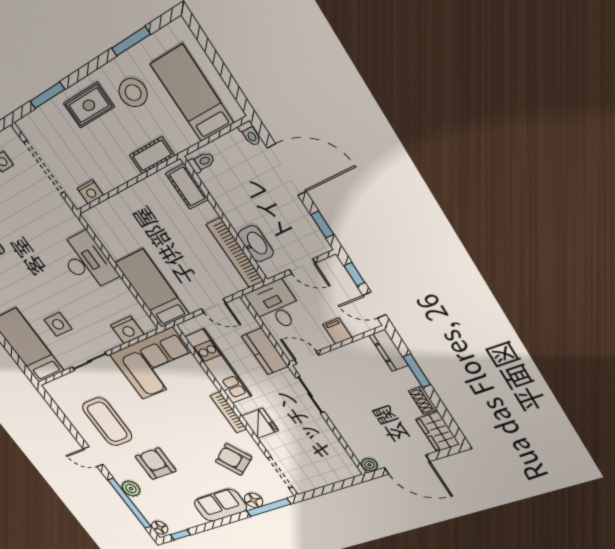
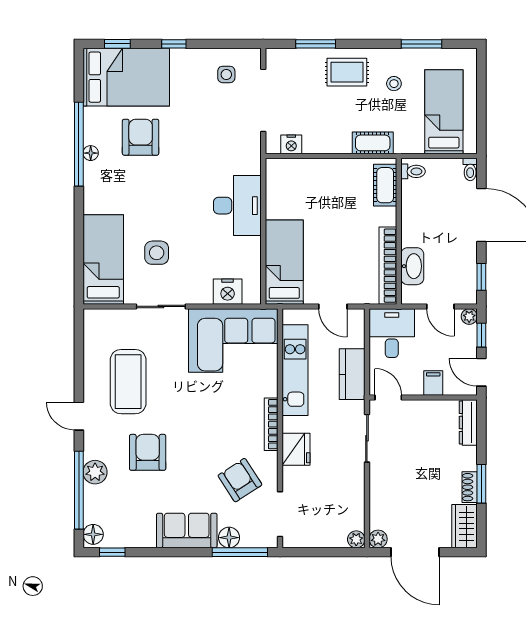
stool: (133, 93) -> (394, 84), width x0.53, depth x0.53
plant: (333, 263) -> (469, 317), added
window: (417, 371) -> (481, 484), moved
plant: (352, 471) -> (356, 539), added

